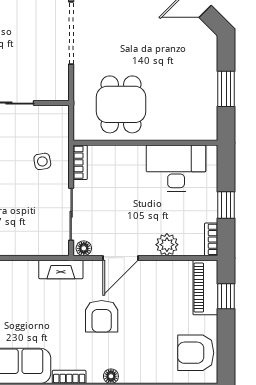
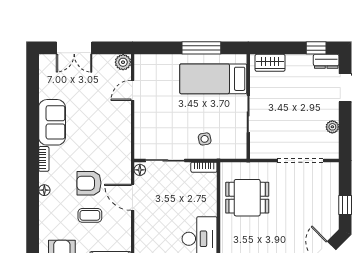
plant: (167, 245) -> (143, 232), removed
fireplace: (61, 269) -> (124, 153), removed
coffee table: (145, 315) -> (90, 215), added

